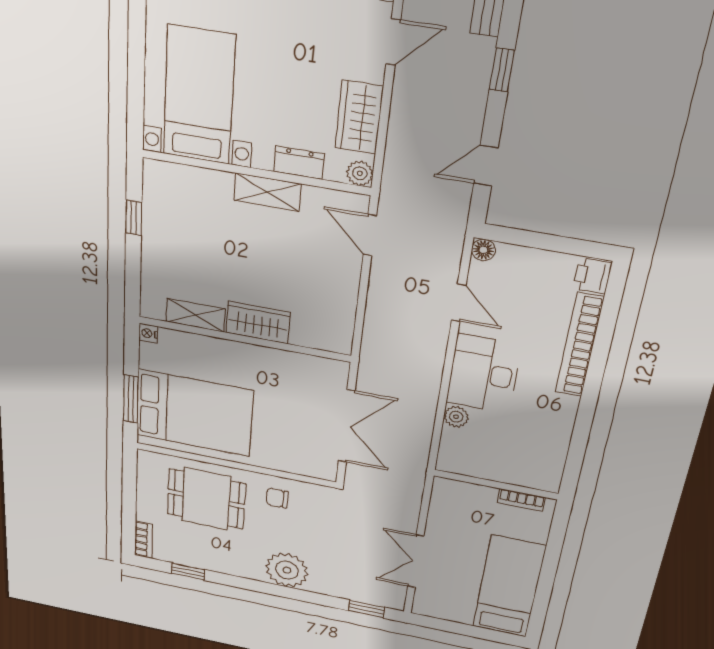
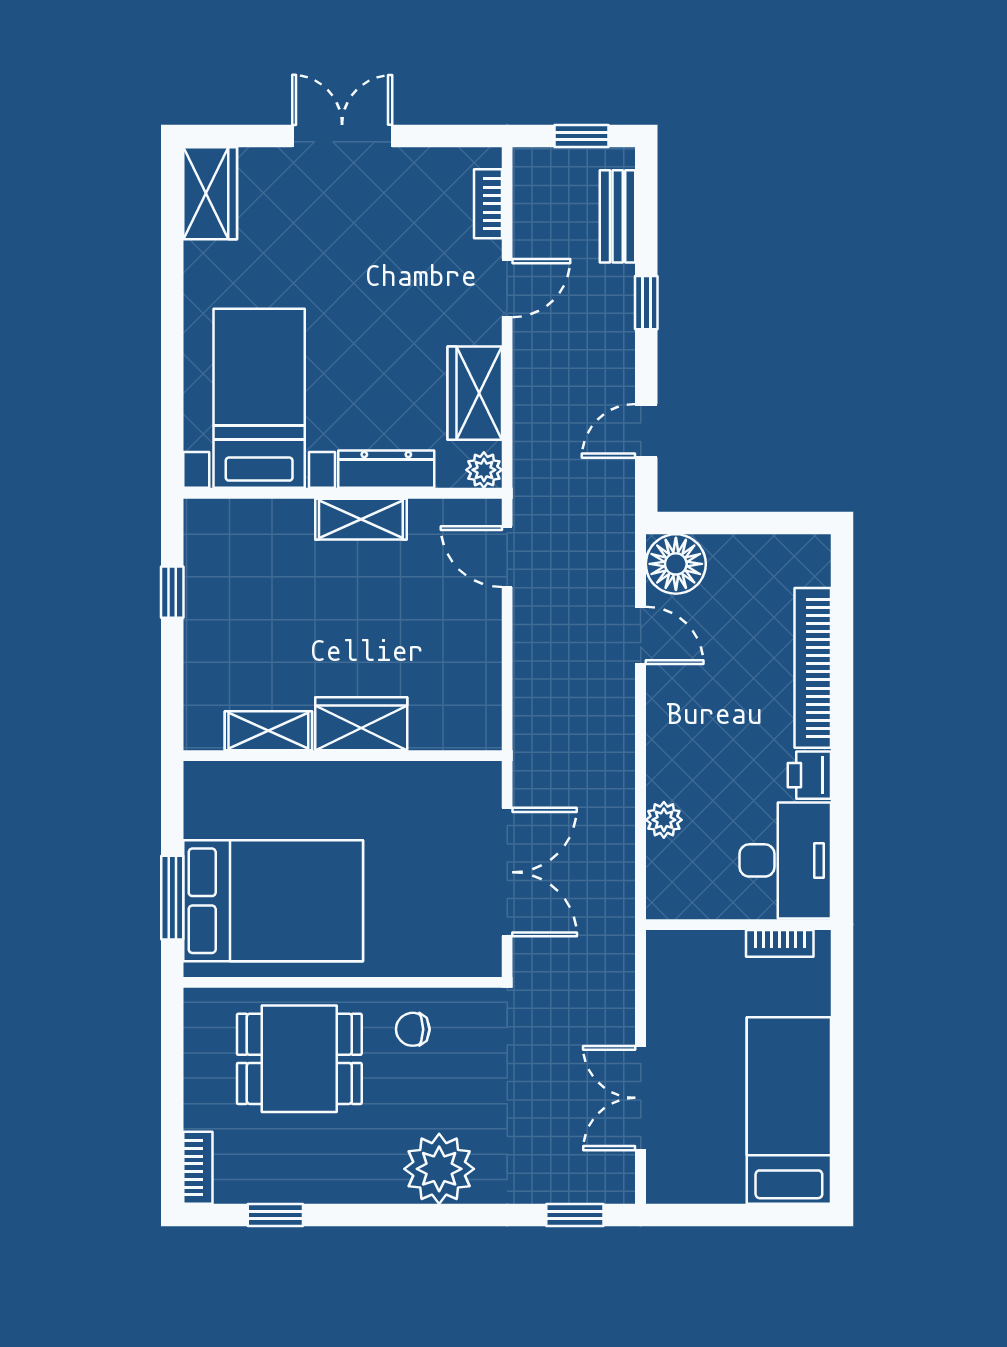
dresser: (299, 163) -> (386, 469), width x1.44
floor lamp: (483, 250) -> (676, 564), width x1.89, depth x1.89
printer: (592, 276) -> (809, 775), moved
nightstand: (148, 333) -> (198, 776), removed
desk: (484, 374) -> (785, 860), moved, turned 180

